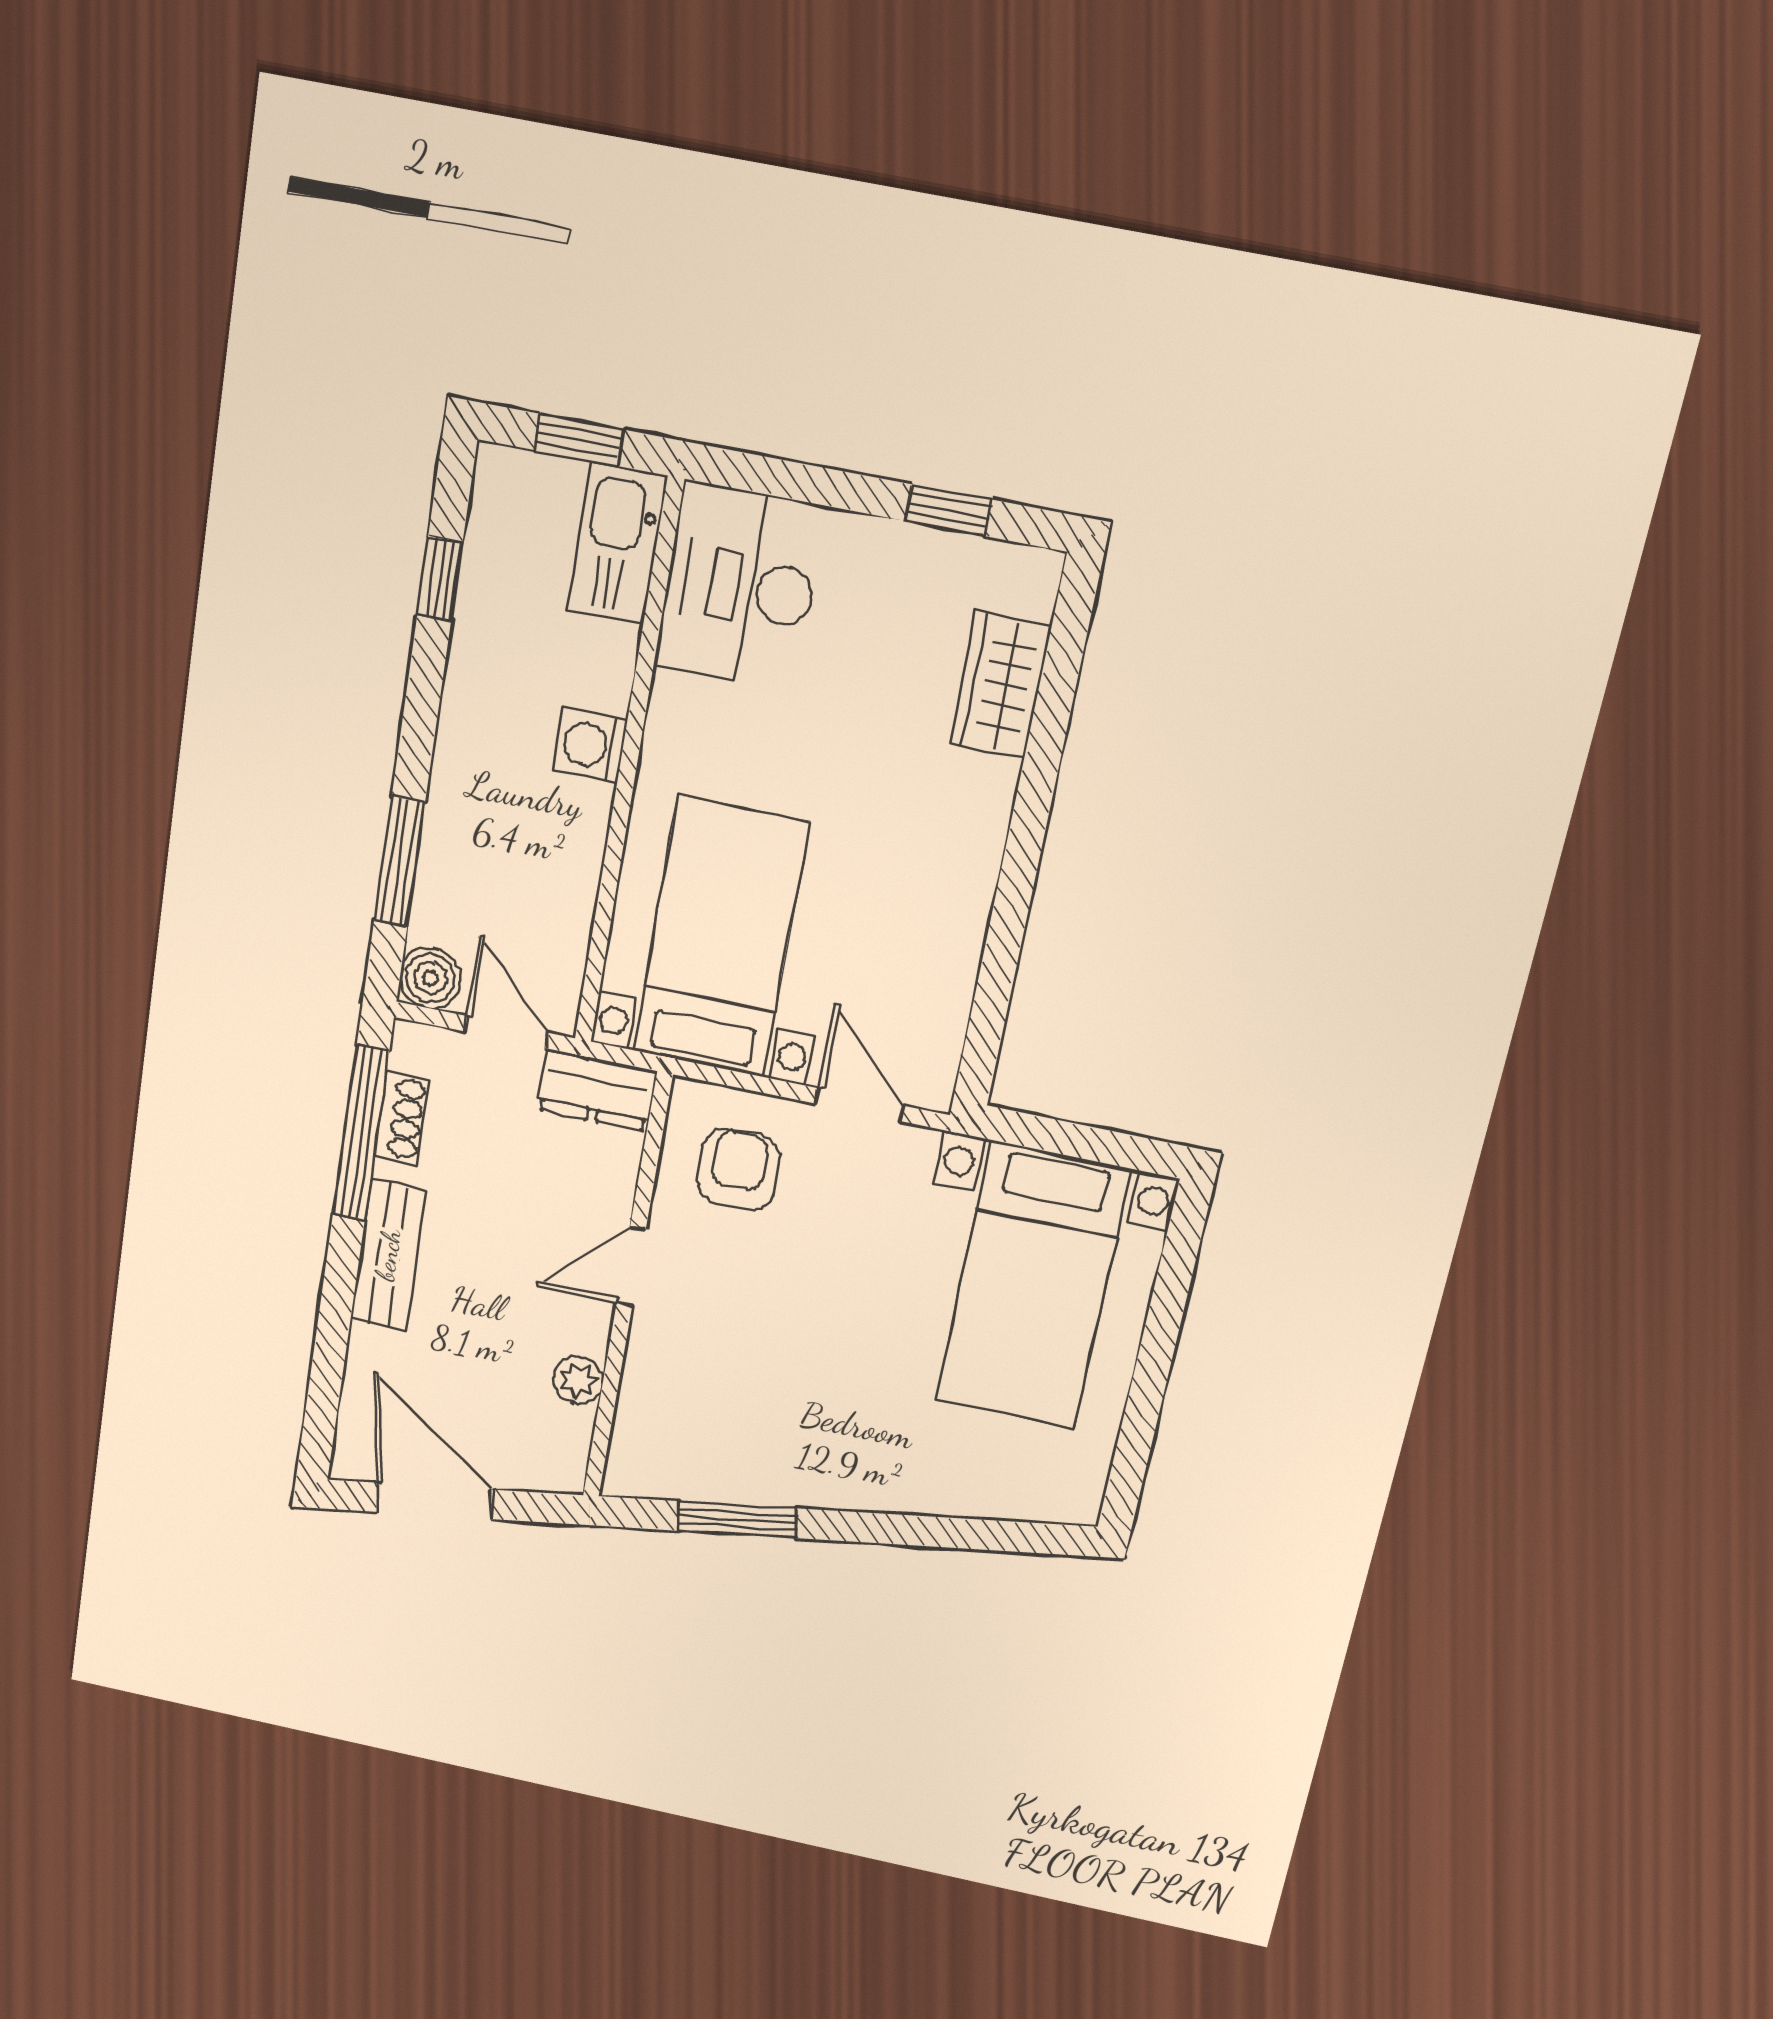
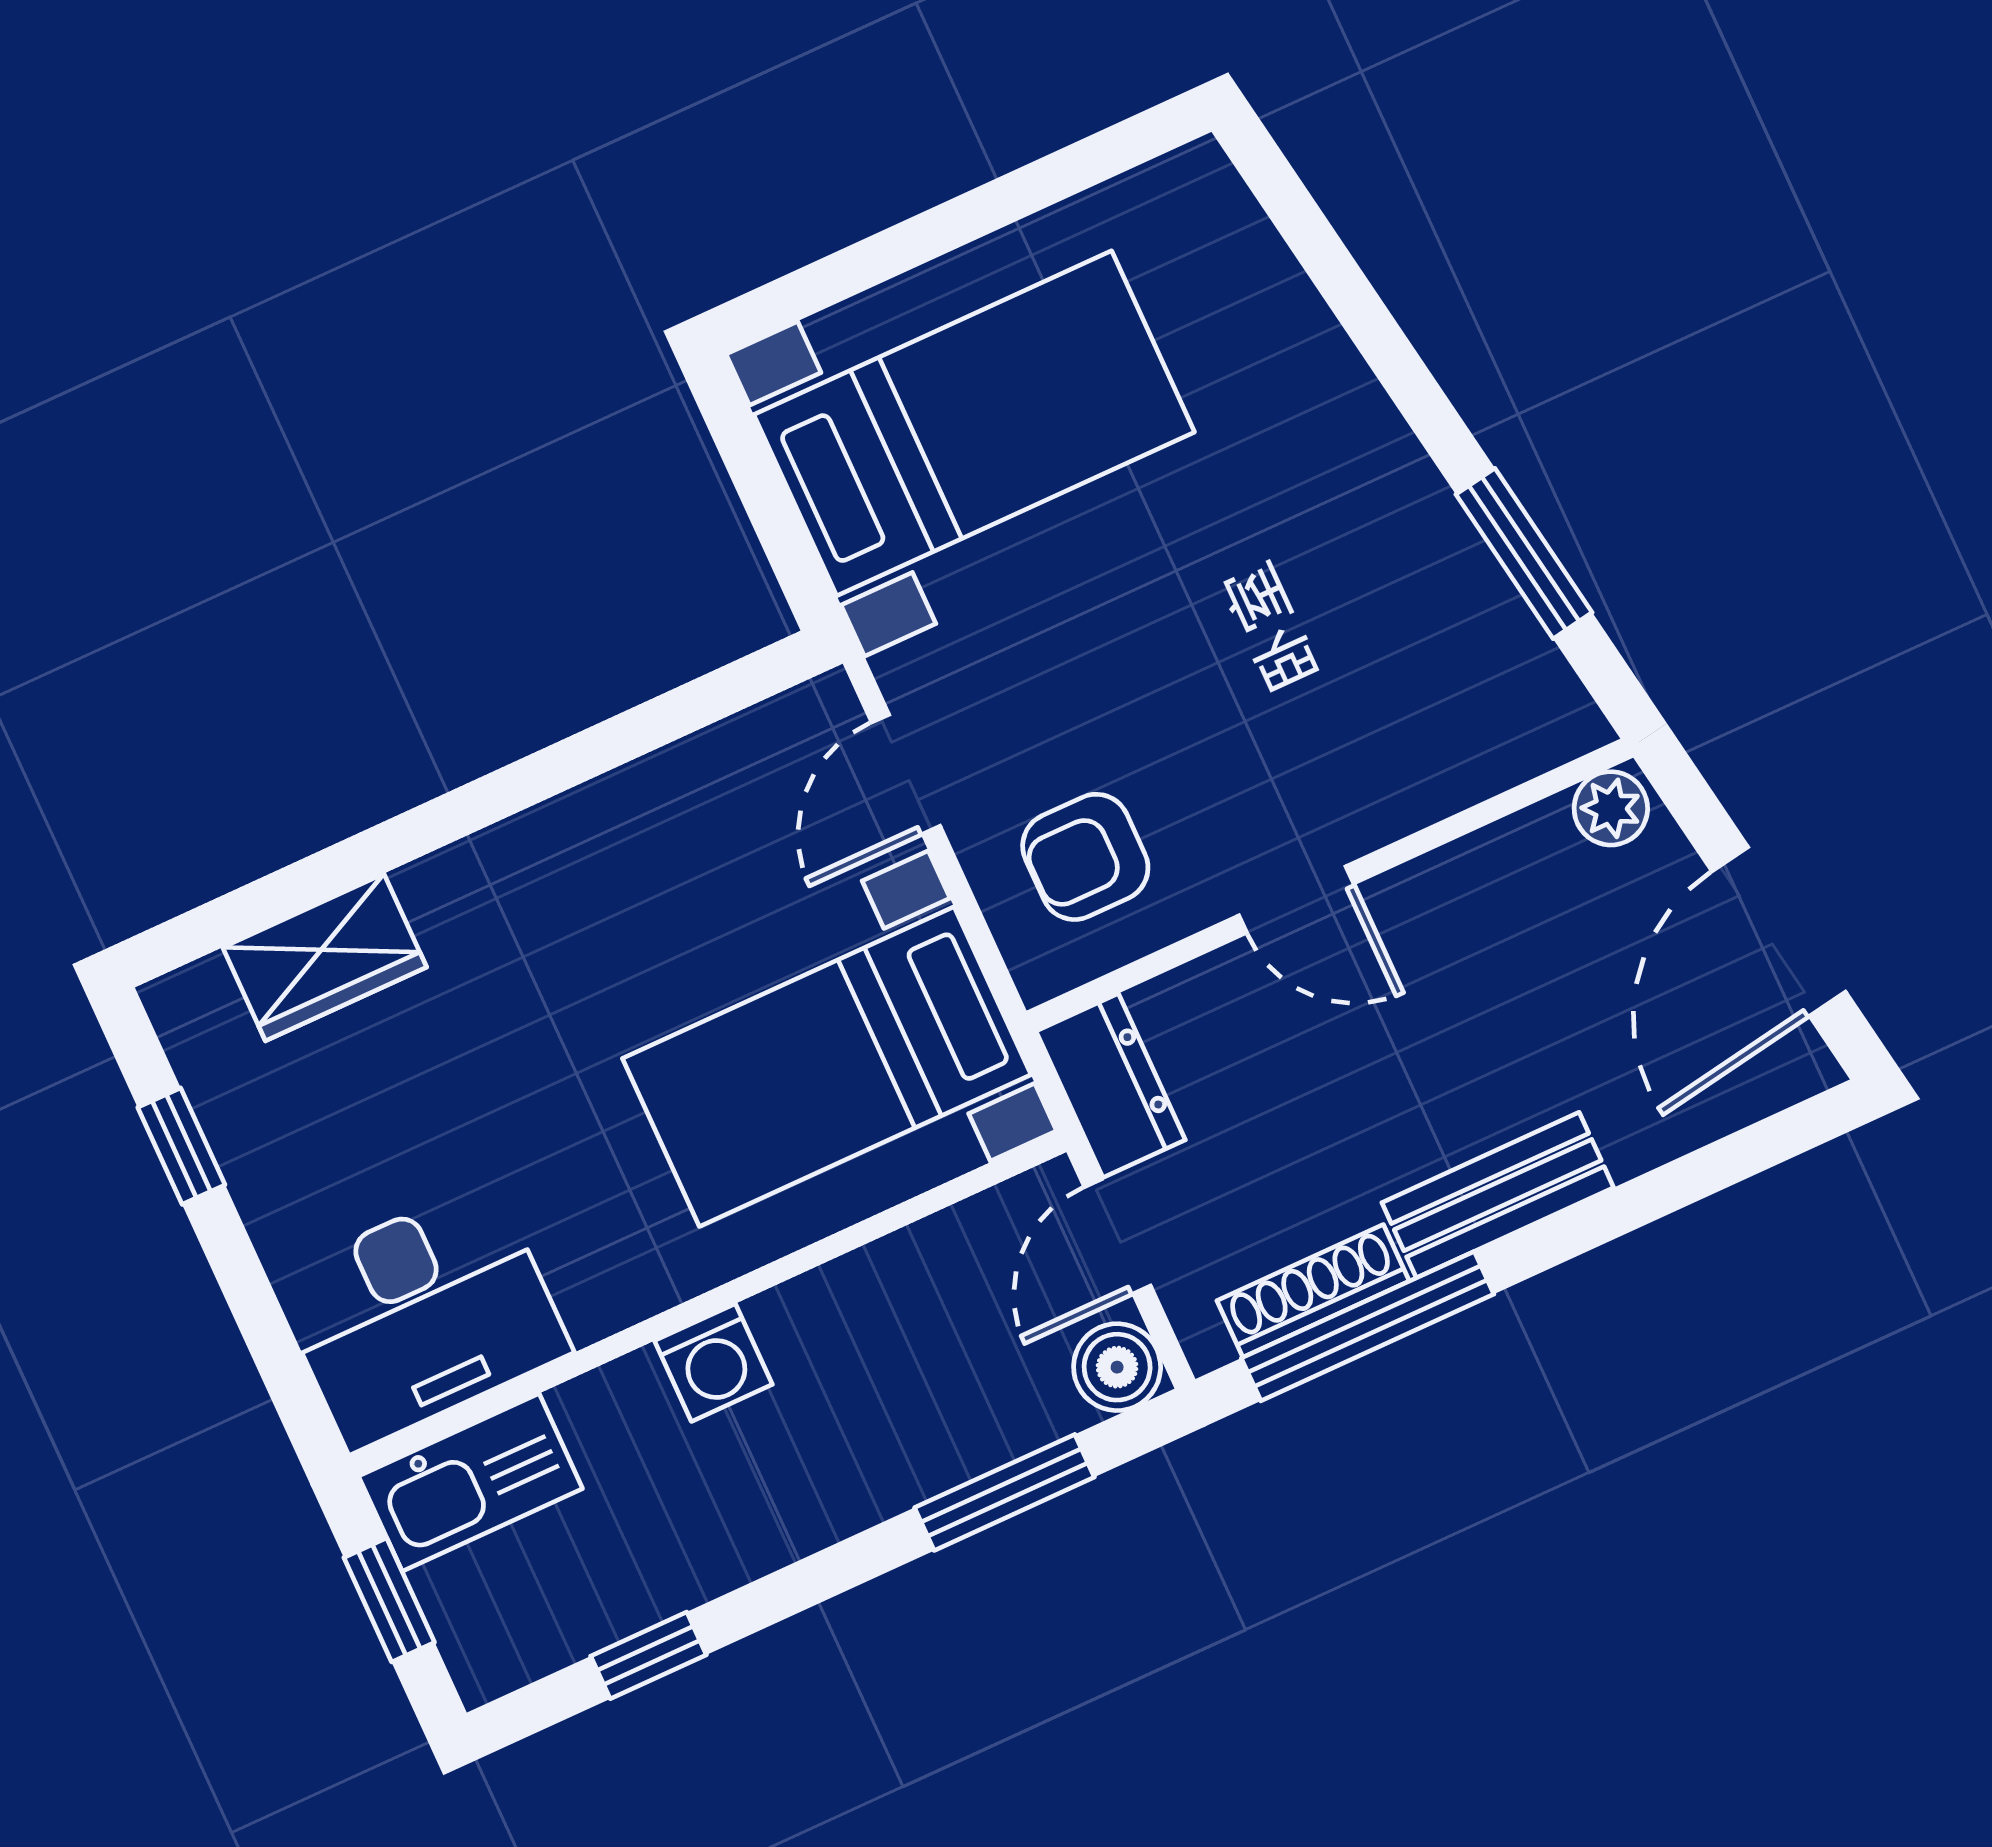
shoe rack: (401, 1118) -> (1313, 1291), width x1.43
plant: (578, 1380) -> (1611, 808), moved

